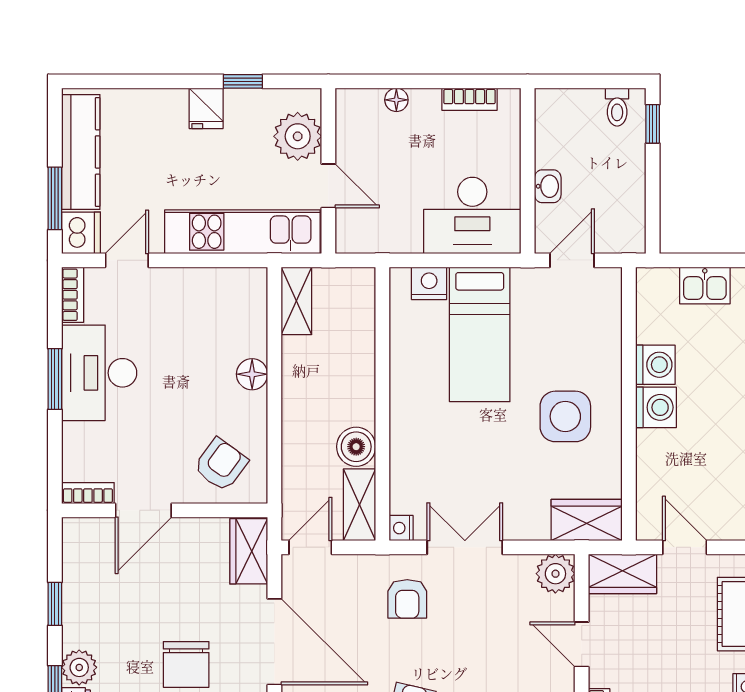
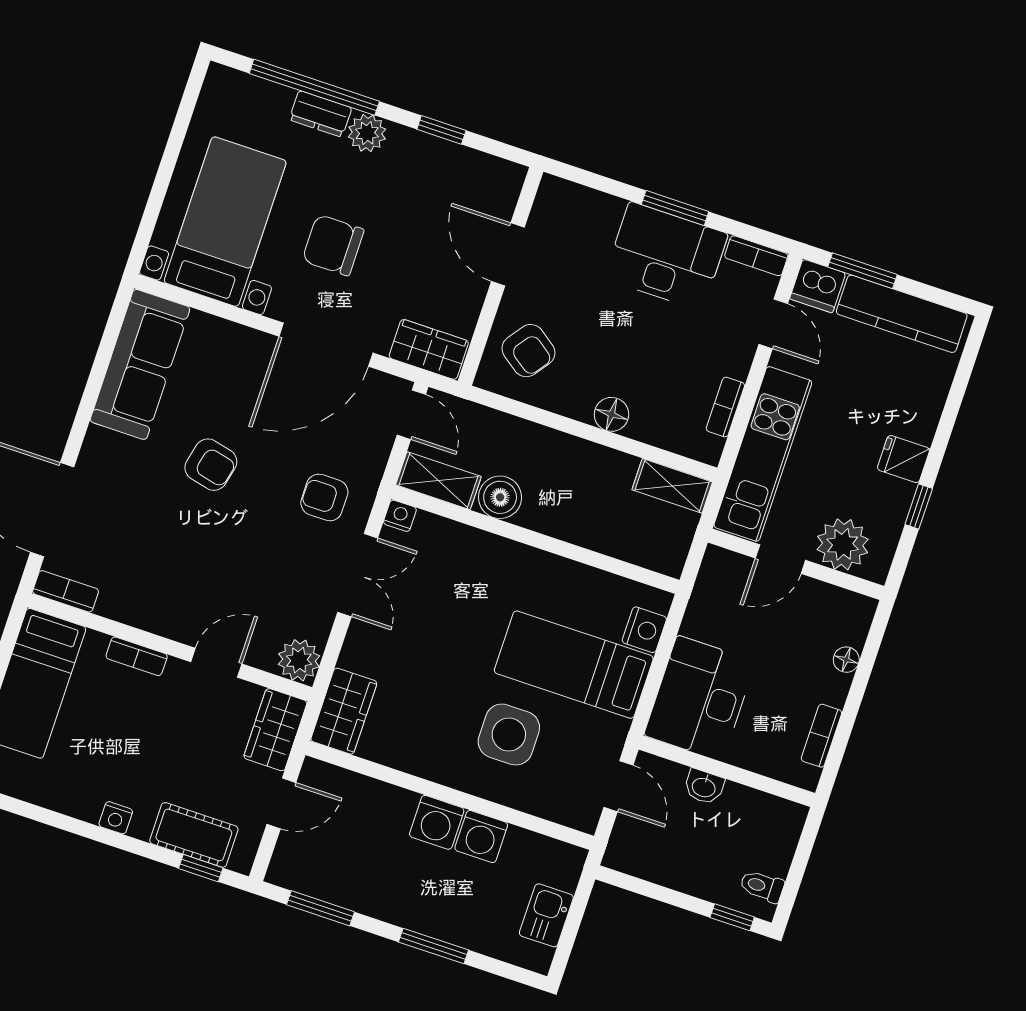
side table: (565, 416) -> (509, 735), moved
bookcase: (88, 493) -> (725, 407), moved, turned 180

